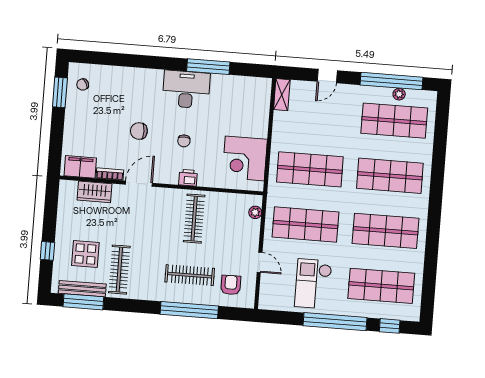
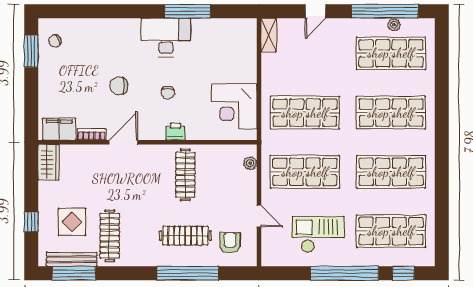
wardrobe: (95, 192) -> (49, 162), moved, turned -90
checkout: (313, 284) -> (318, 235), turned 90

